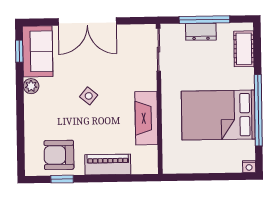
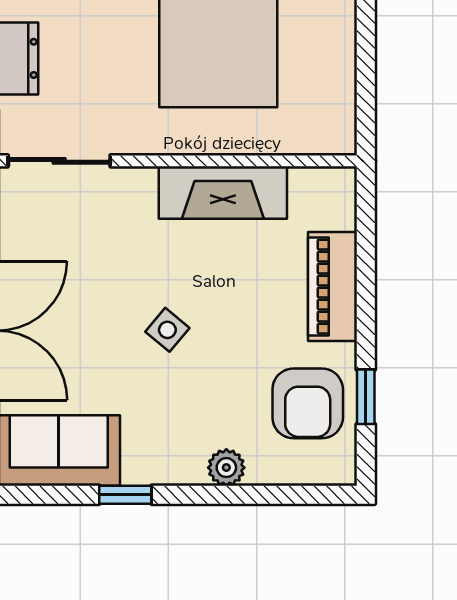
window: (19, 51) -> (125, 495), moved
plant: (31, 86) -> (226, 468), moved

